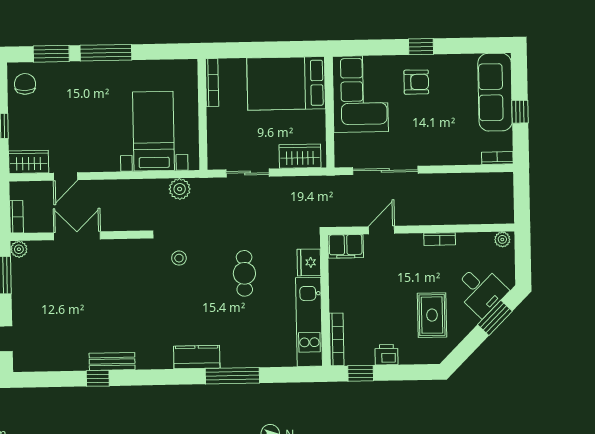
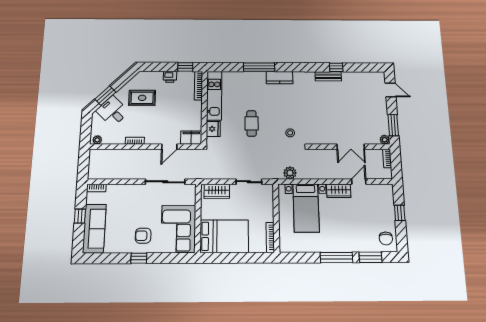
wardrobe: (29, 162) -> (339, 191), moved
rug: (432, 315) -> (142, 98), turned 90

